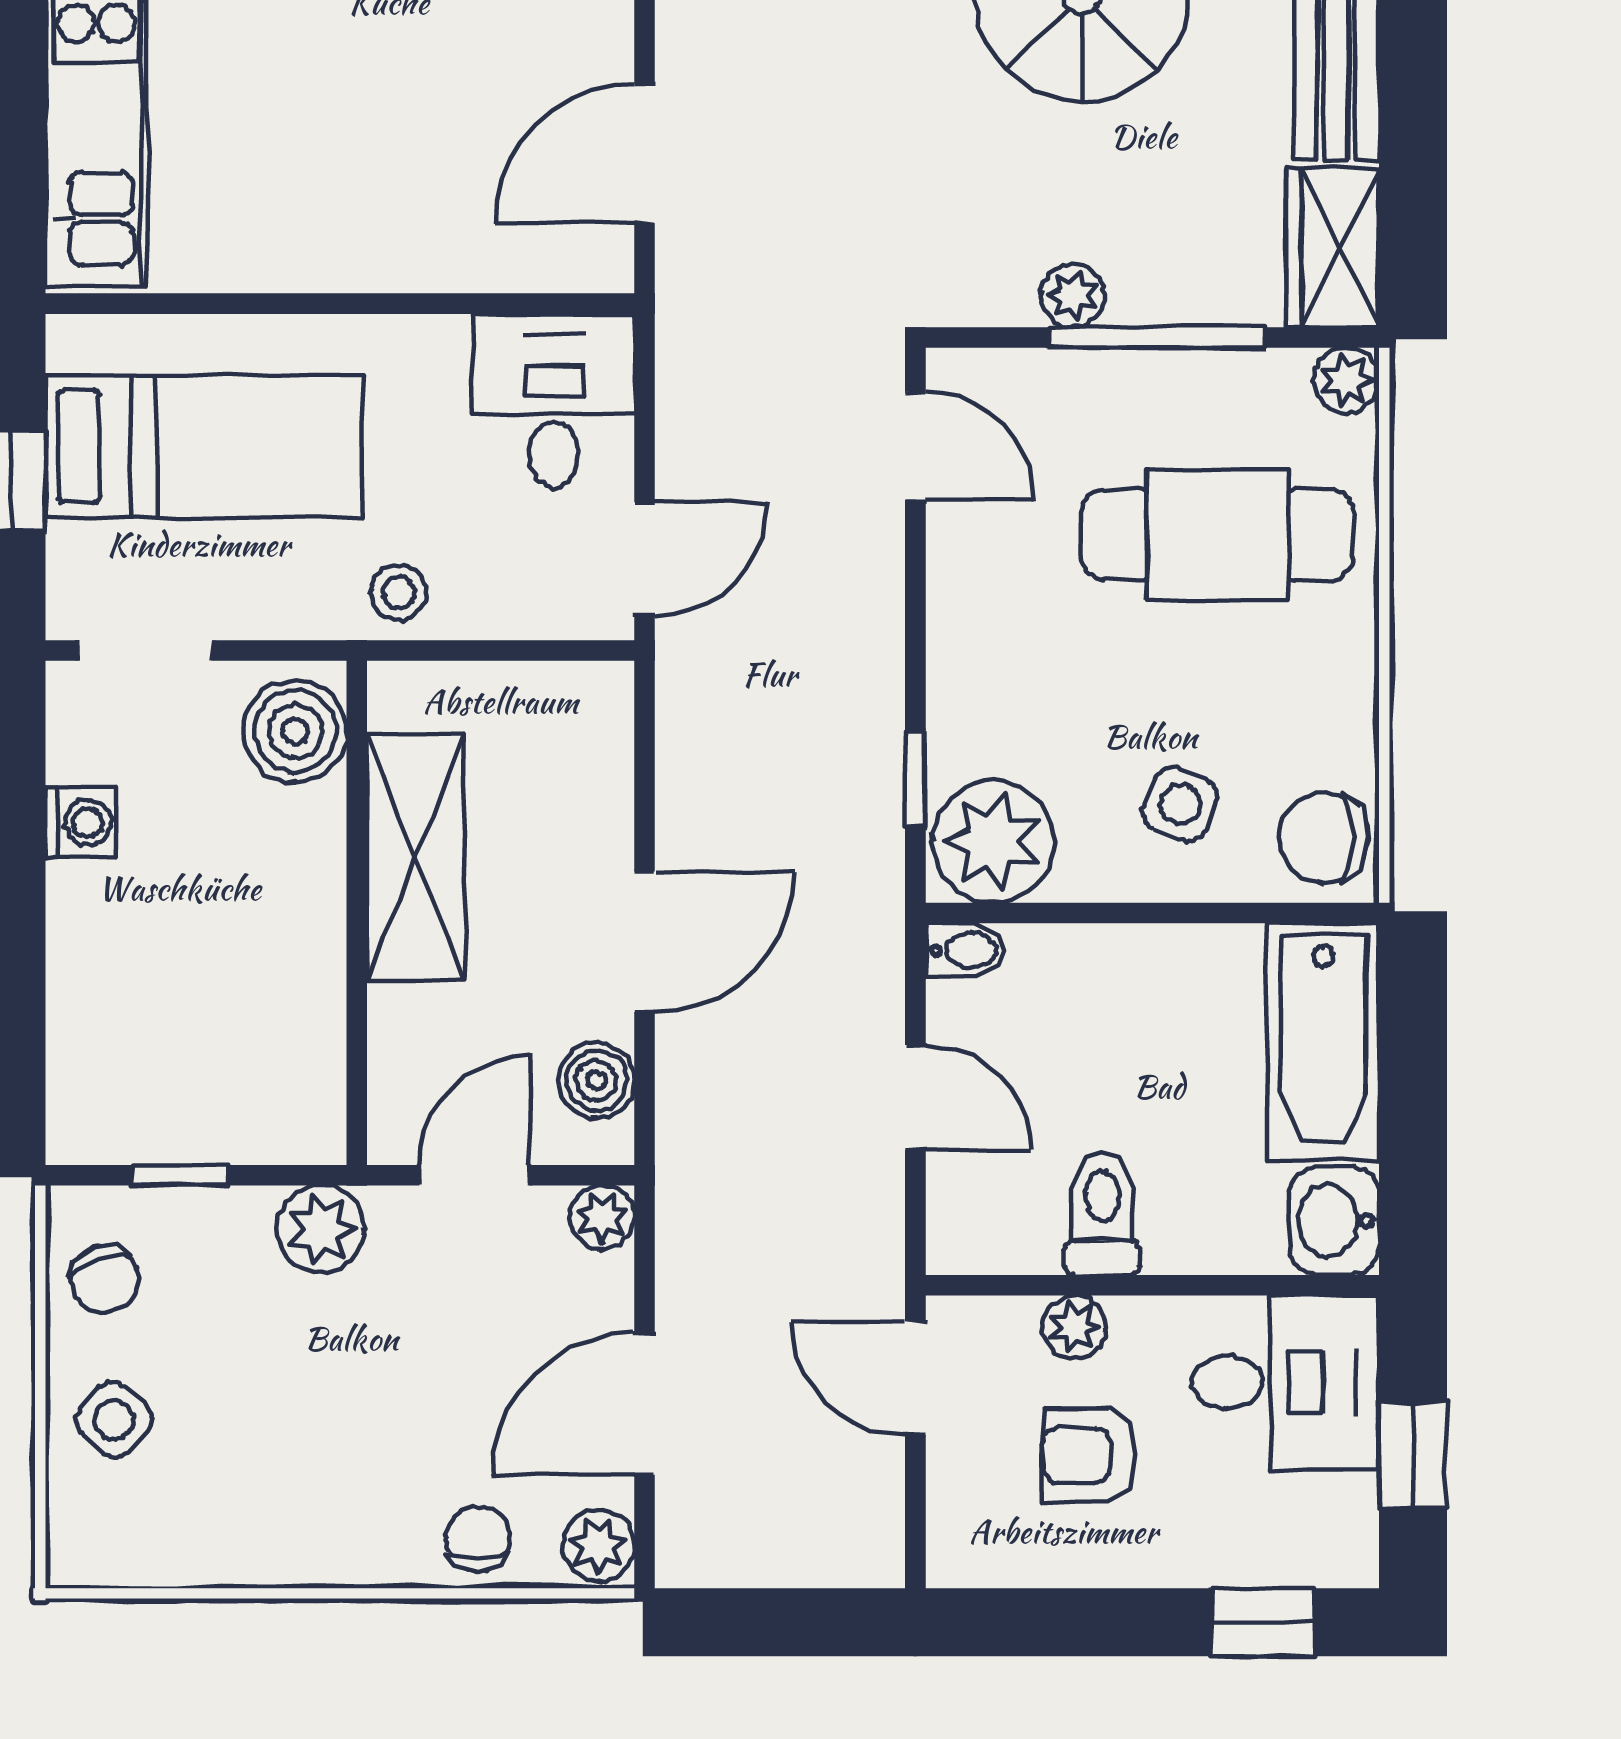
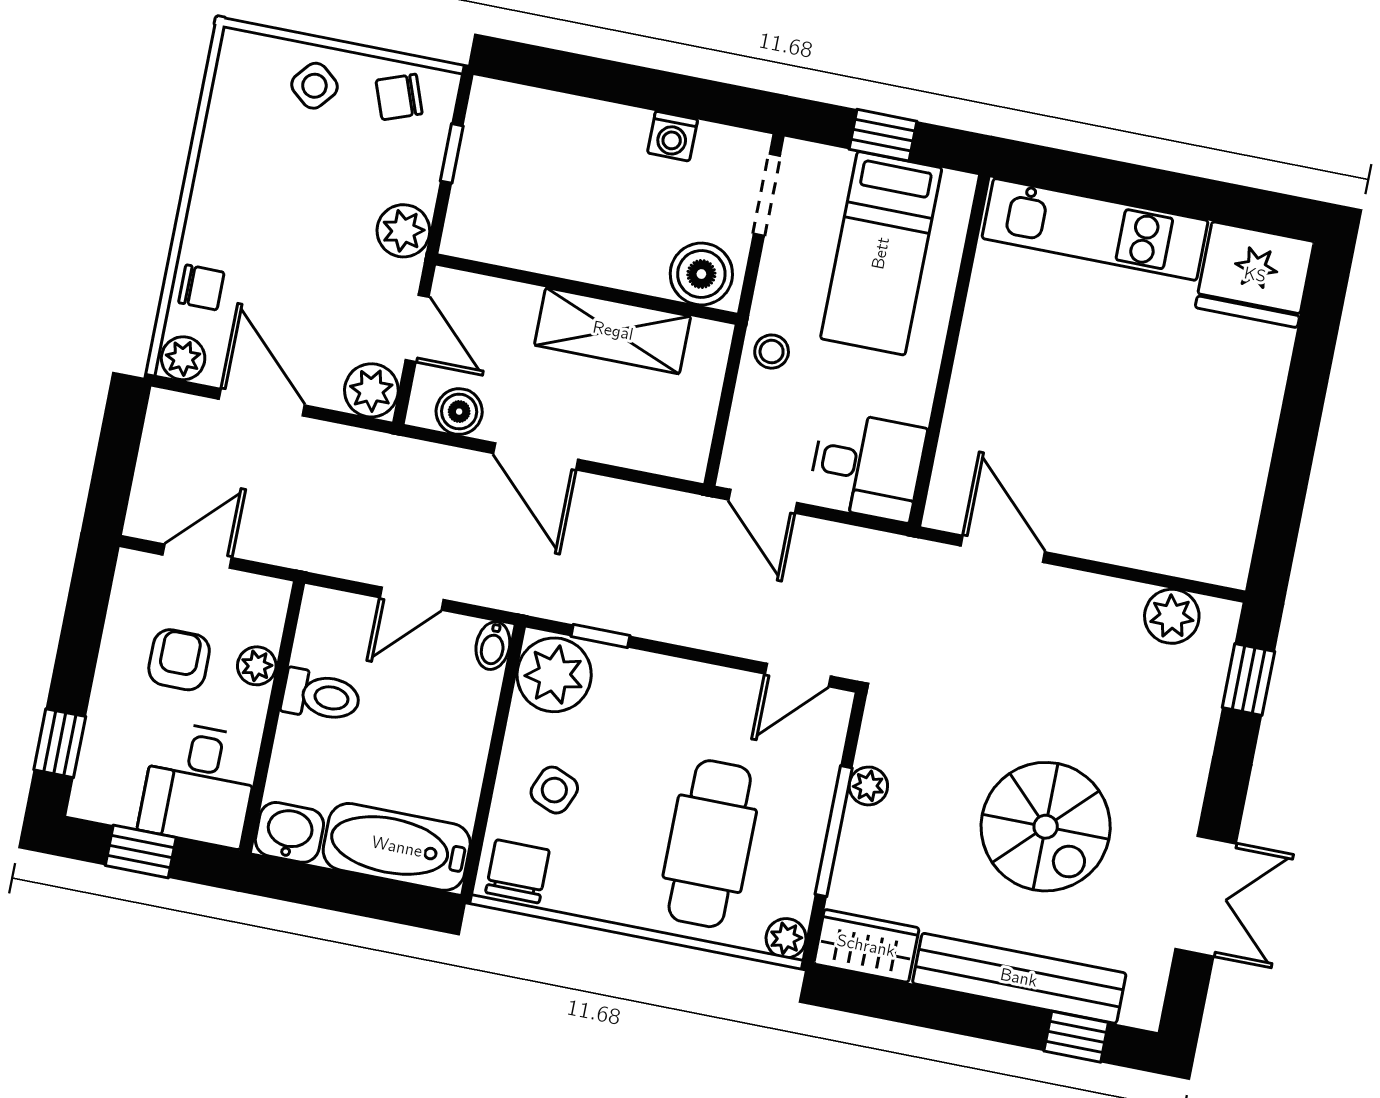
plant: (602, 1218) -> (371, 390), width x1.38, depth x1.38
door: (915, 1378) -> (197, 556), moved

